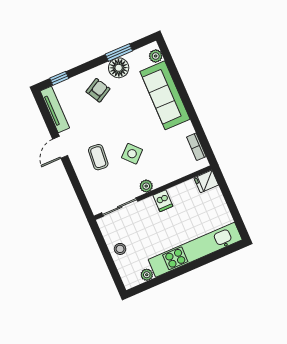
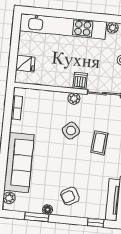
floor lamp: (119, 68) -> (48, 210), width x0.53, depth x0.53
fridge: (206, 181) -> (25, 64), moved
dishwasher: (163, 201) -> (80, 81), moved

